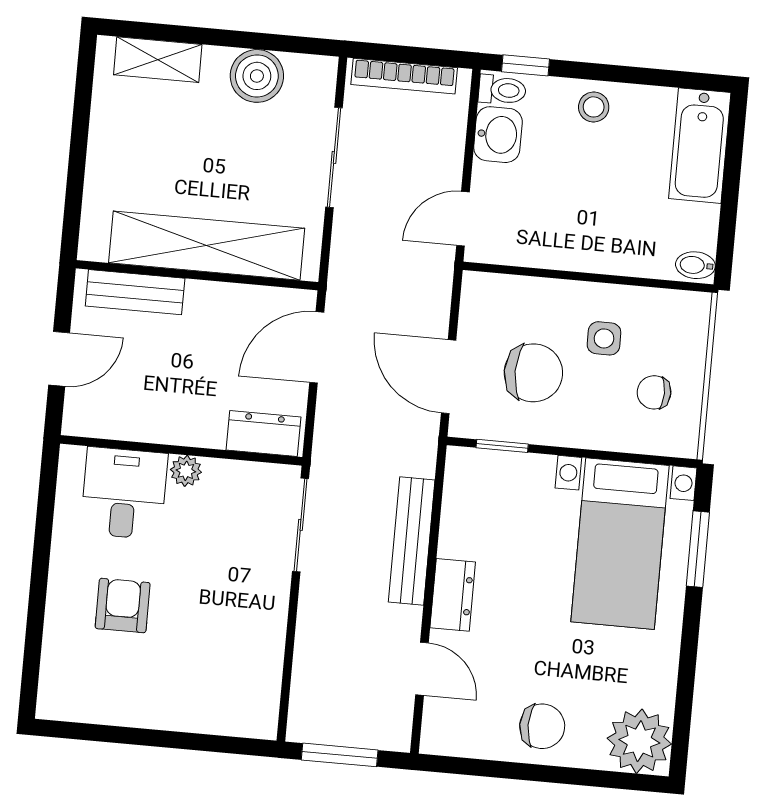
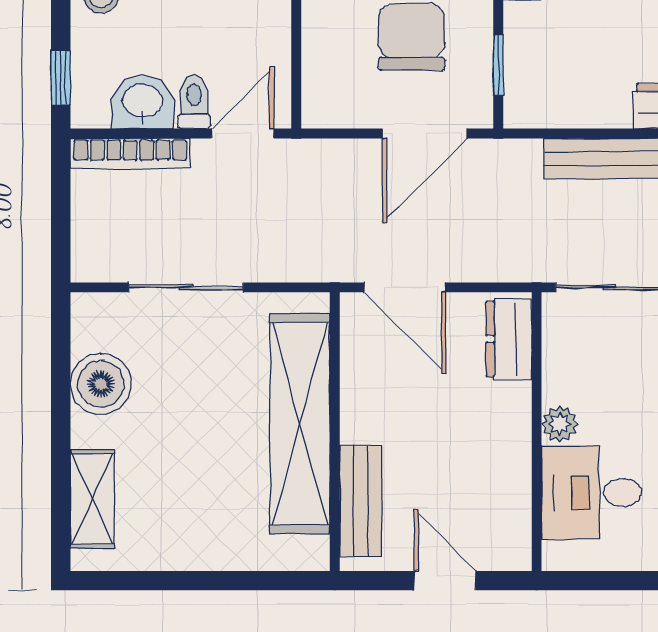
bookcase: (404, 76) -> (130, 154), moved, turned 90
toilet: (502, 90) -> (194, 102), moved
door: (463, 219) -> (243, 134), swing flipped

